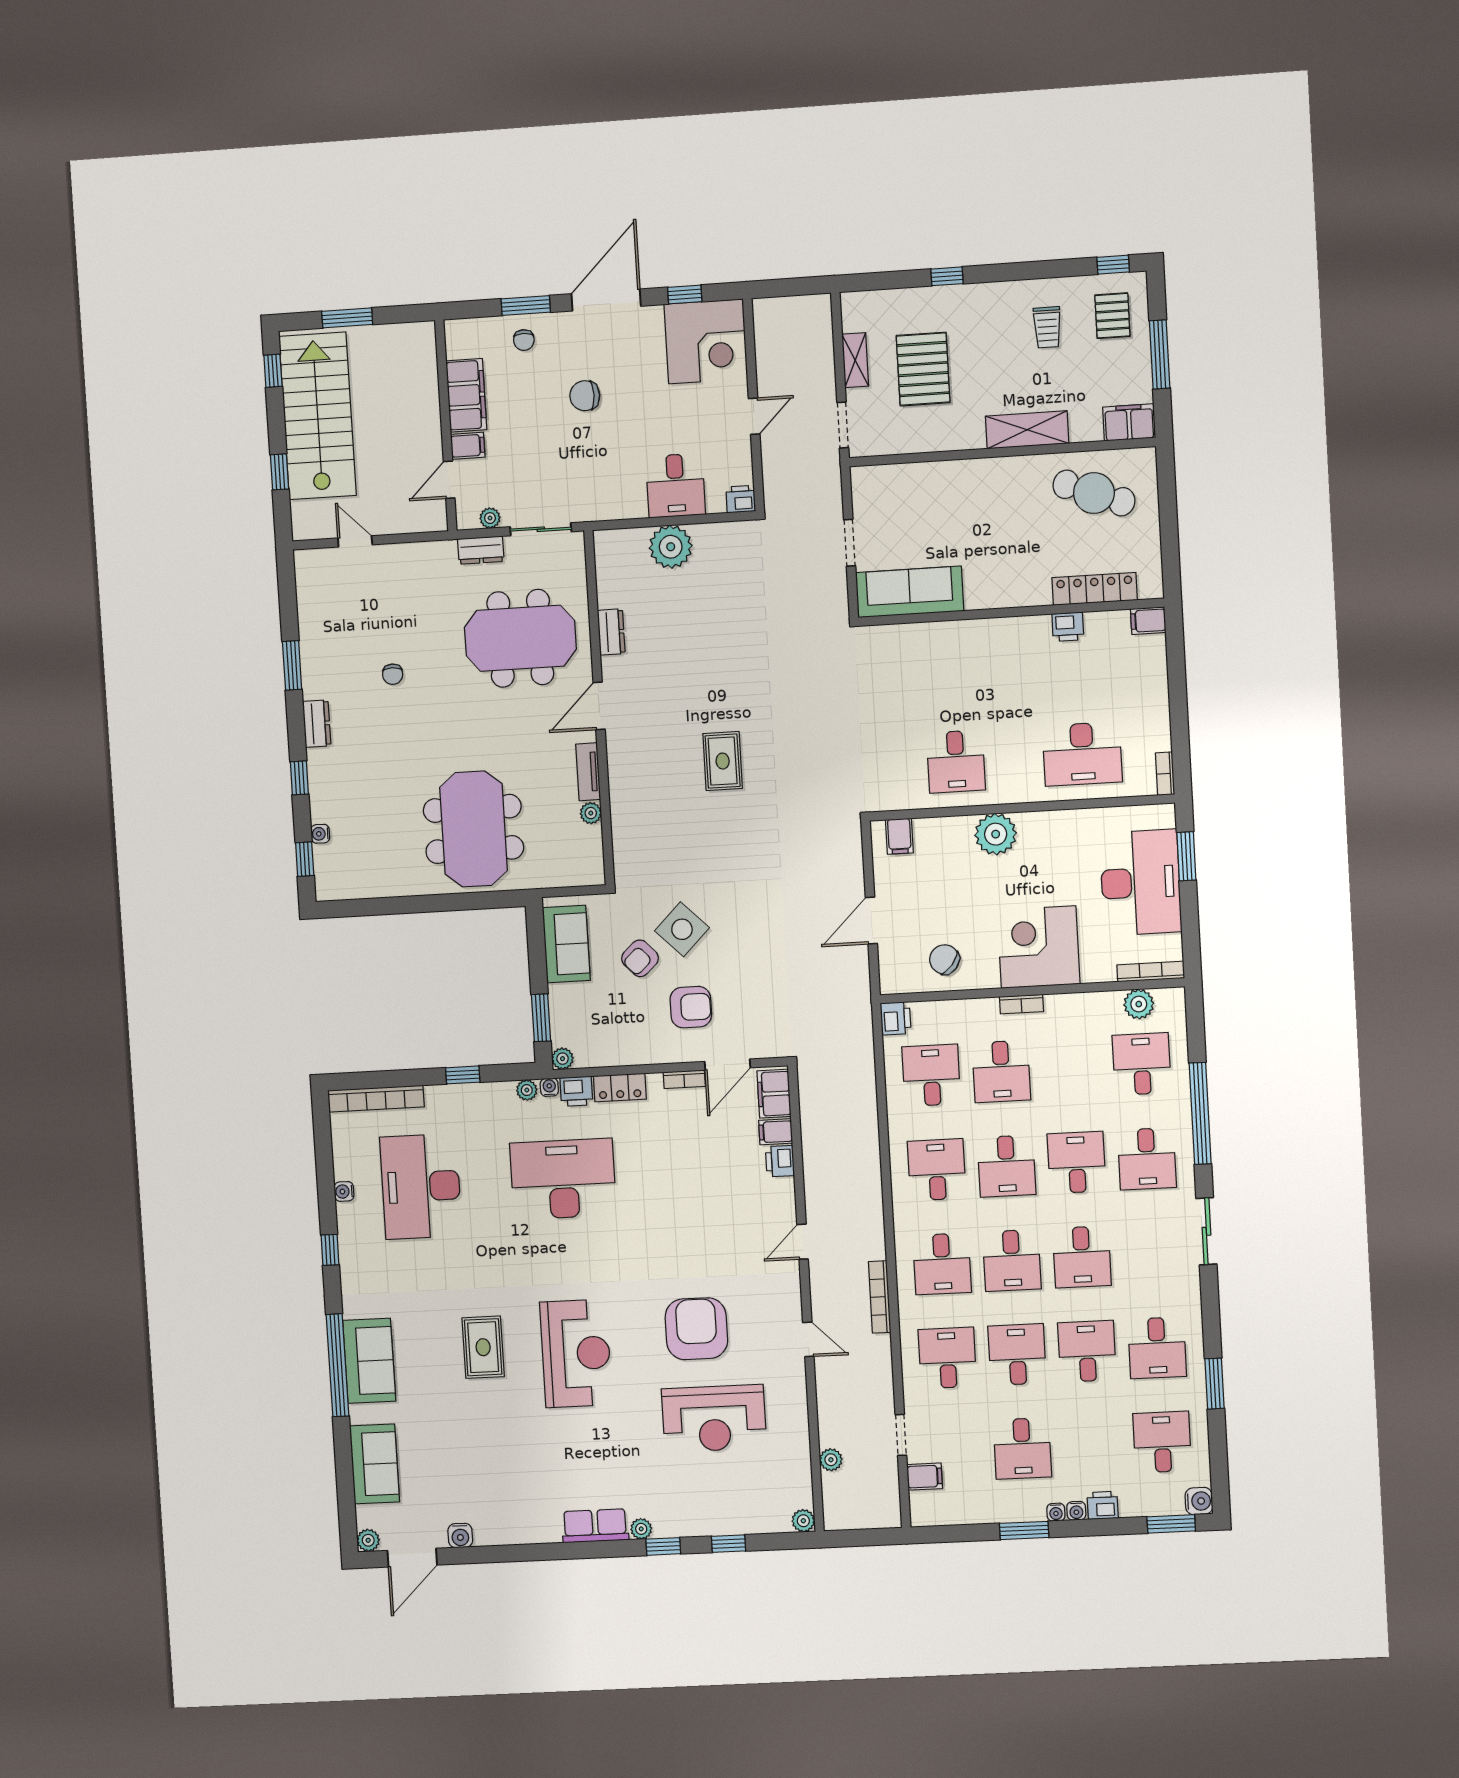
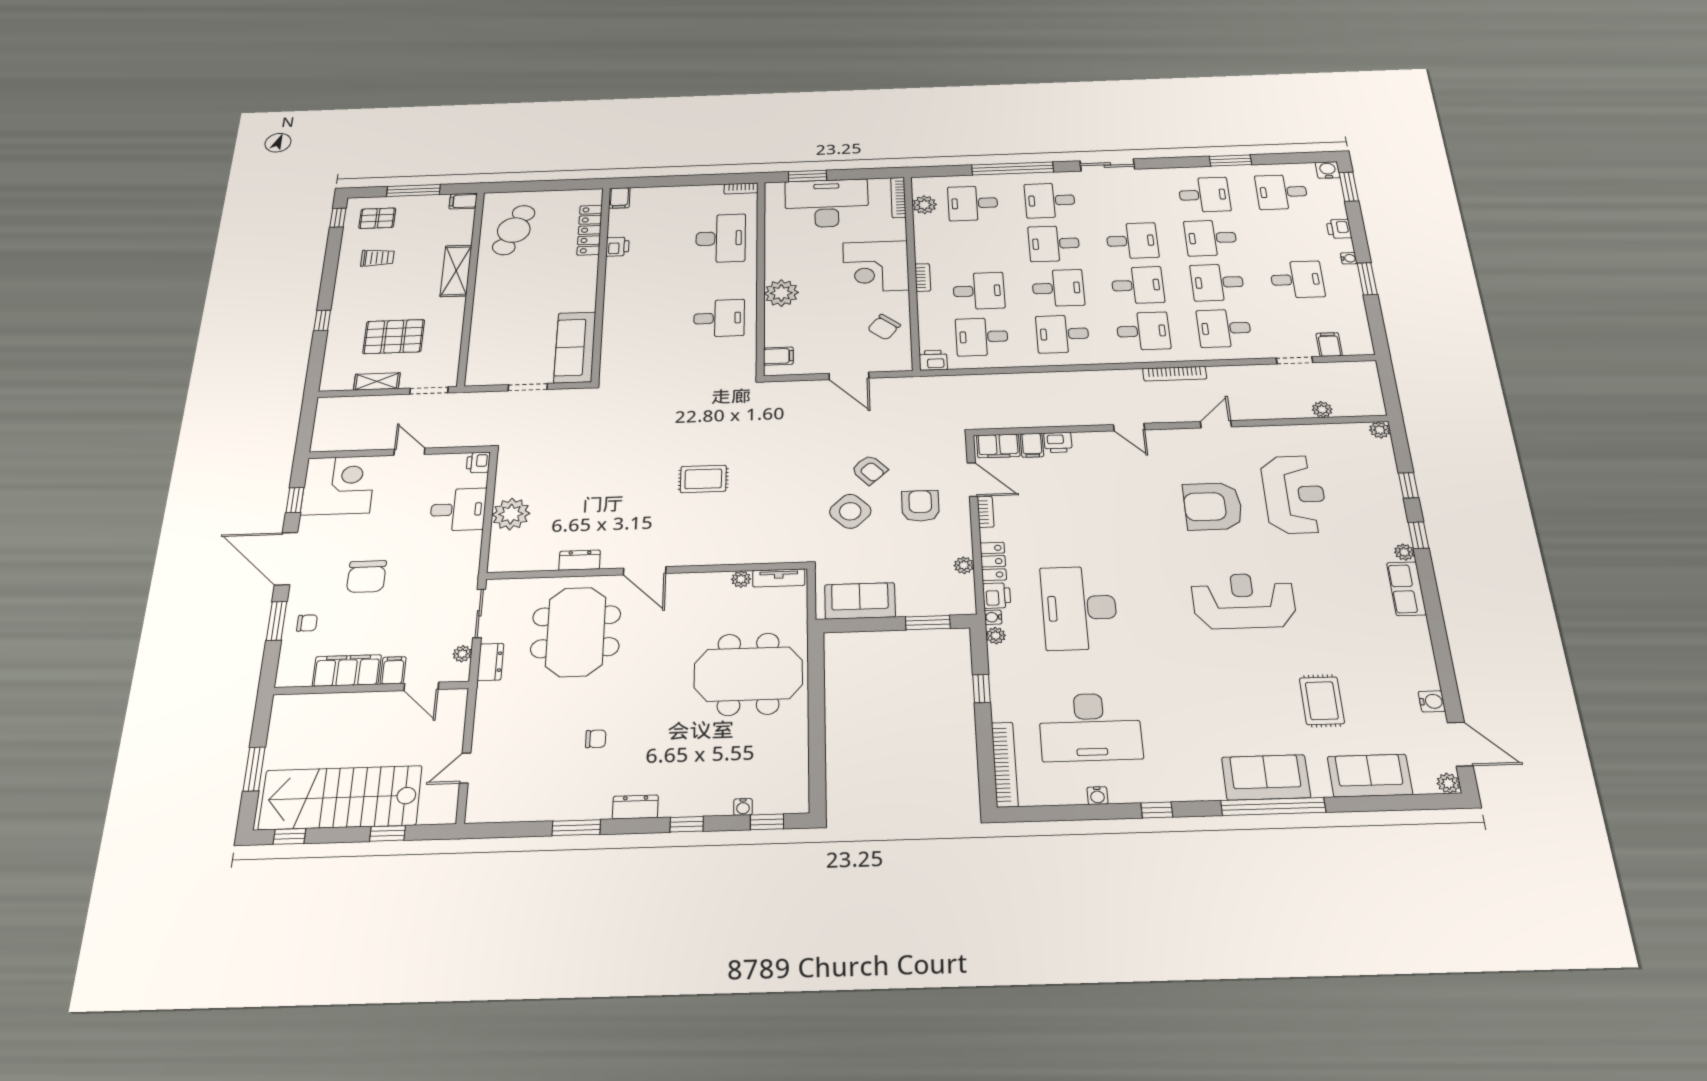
chair: (585, 396) -> (366, 576), width x1.37, depth x1.37
filing cabinet: (1129, 422) -> (463, 201), width x0.50
tv unit: (588, 772) -> (779, 578), moved
armchair: (640, 958) -> (869, 470), moved
plant: (563, 1059) -> (964, 565), moved
desk: (1147, 1159) -> (1050, 200), turned 180
rug: (483, 1347) -> (1322, 701), moved, turned 90
water cooler: (1076, 1511) -> (1346, 245), removed

